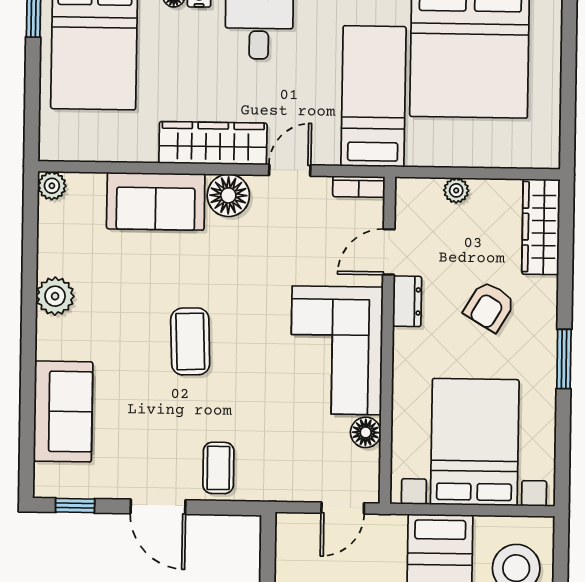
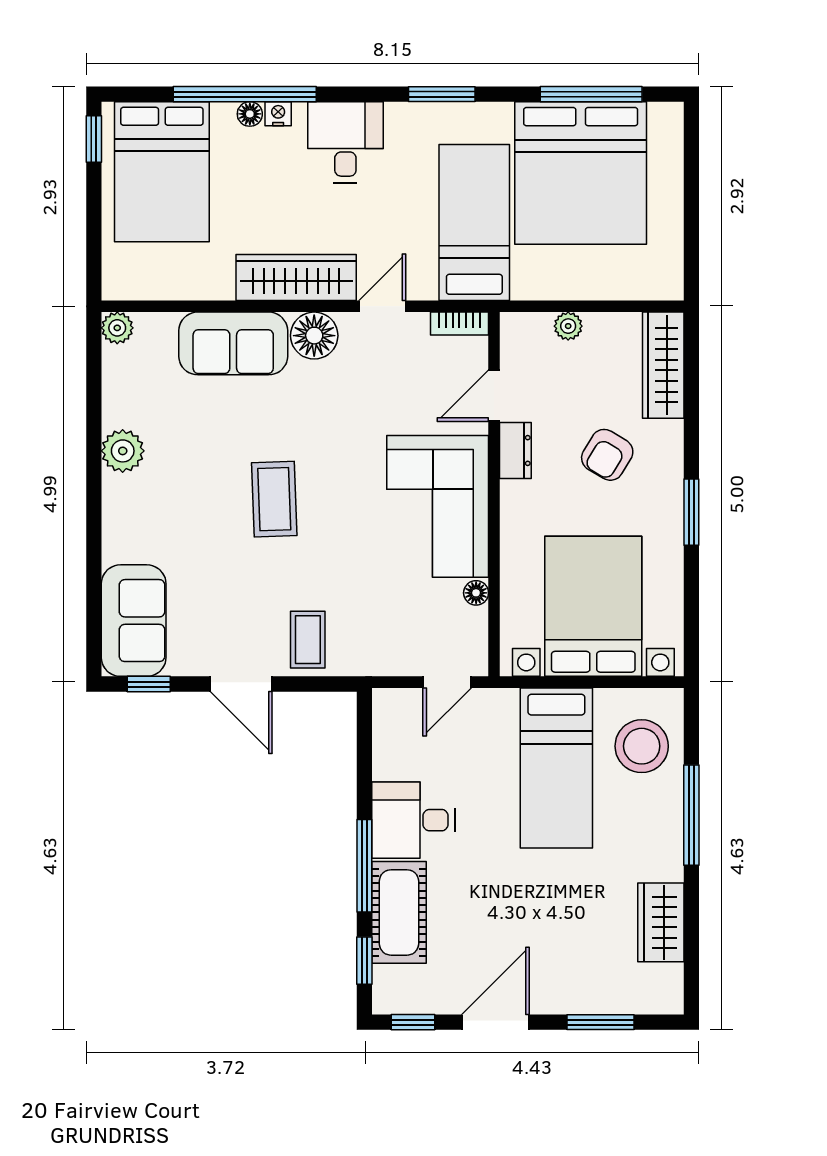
sofa: (63, 411) -> (134, 621), moved
floor lamp: (366, 432) -> (476, 593), width x0.73, depth x0.73

